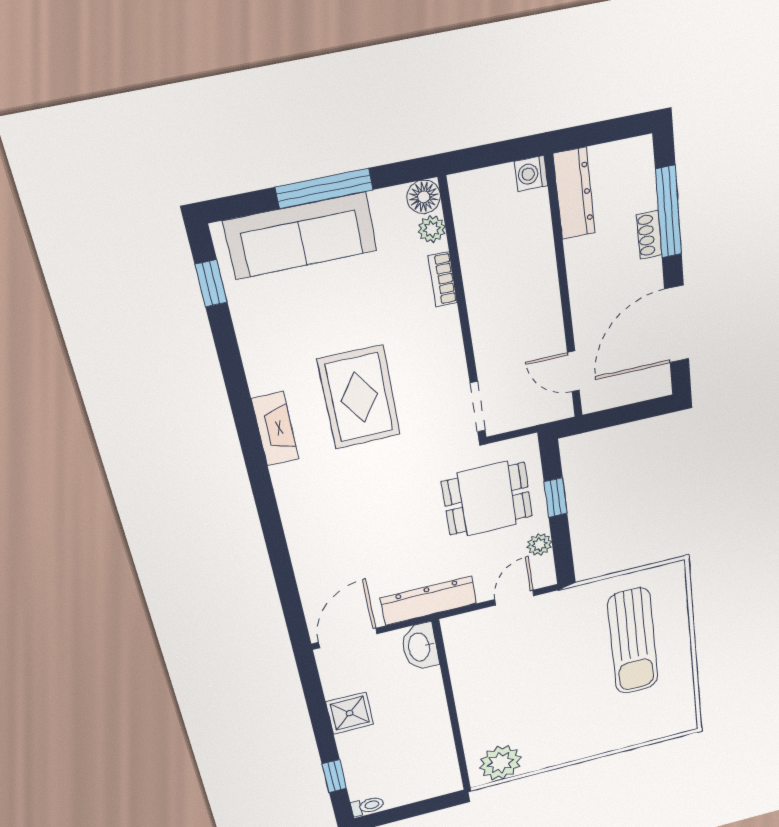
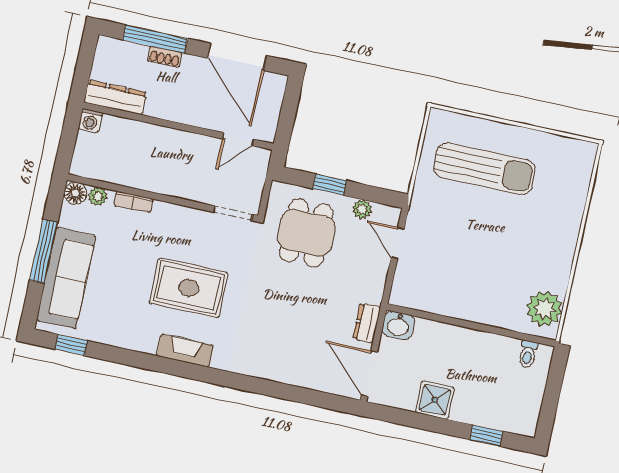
dresser: (429, 601) -> (367, 323), width x0.51, depth x0.80
washbasin: (420, 647) -> (398, 325), width x0.72
toilet: (368, 806) -> (528, 354), moved, turned 180

